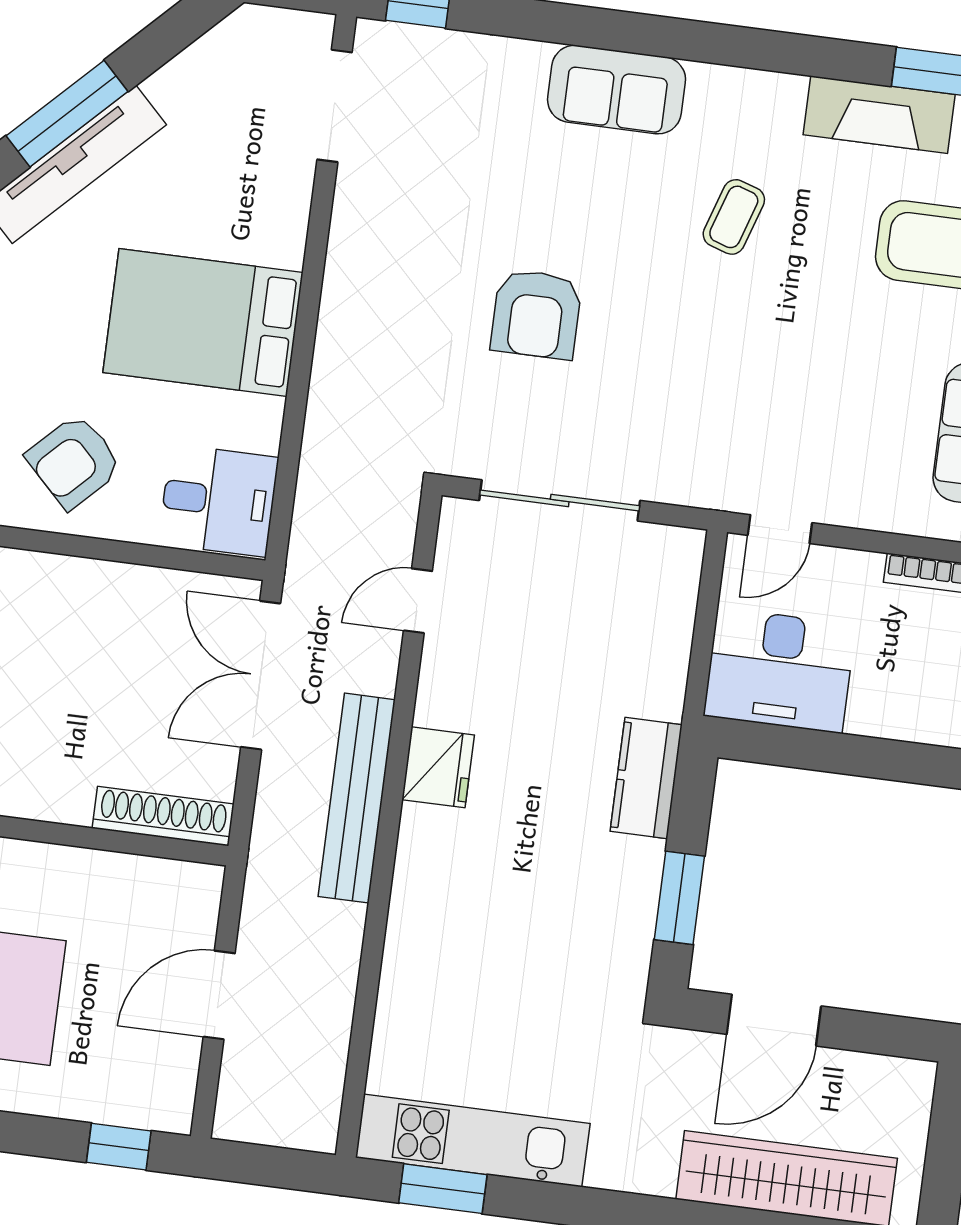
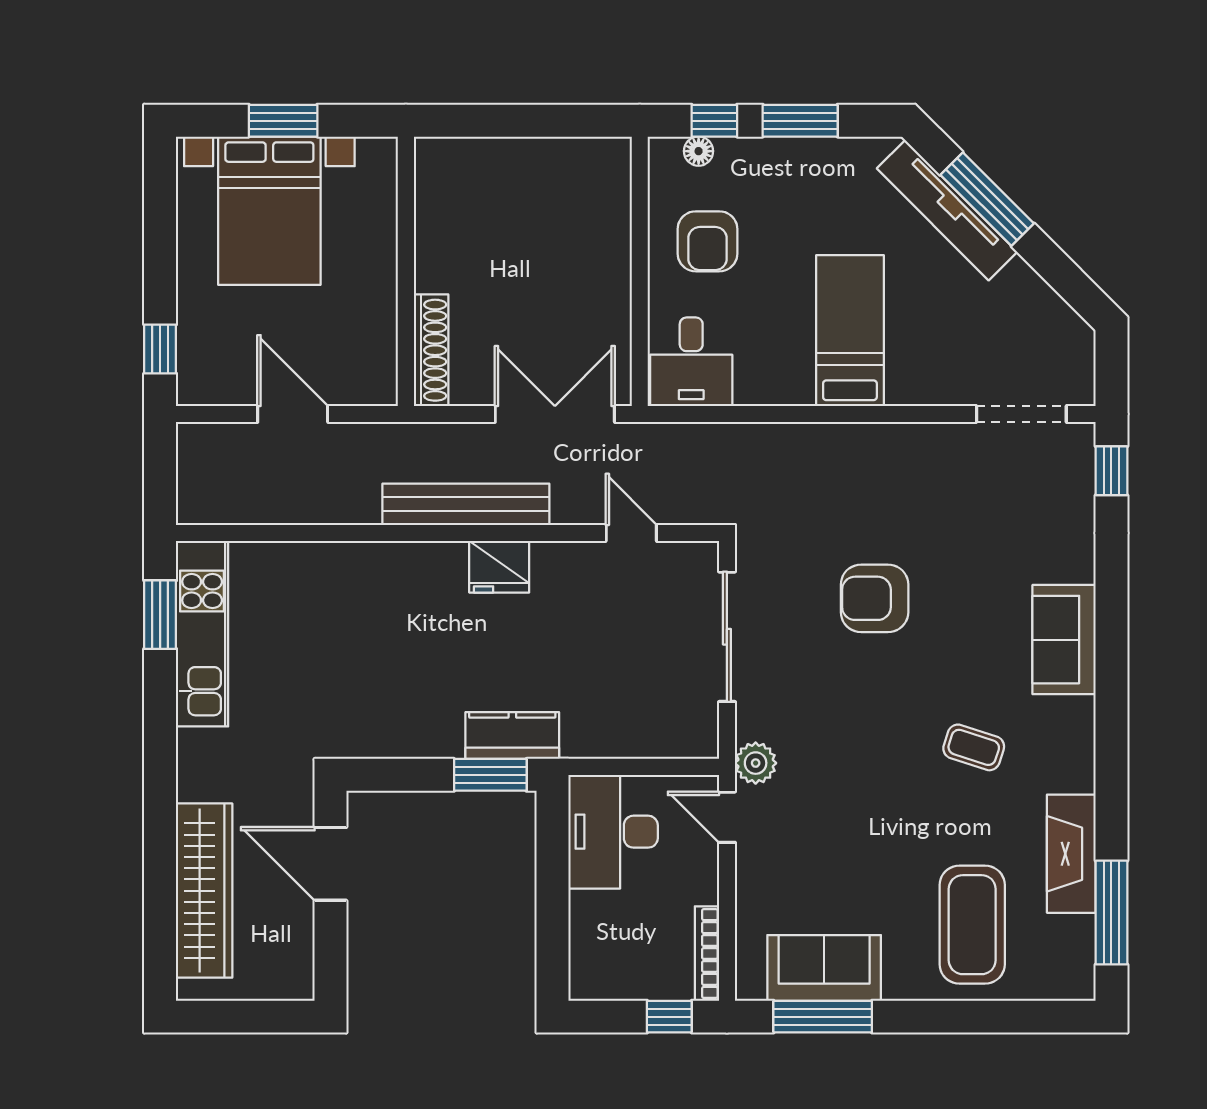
bed: (203, 323) -> (850, 331), width x0.67
armchair: (74, 462) -> (707, 241), turned -135
plant: (718, 485) -> (756, 763), added
window: (679, 898) -> (490, 775), moved

